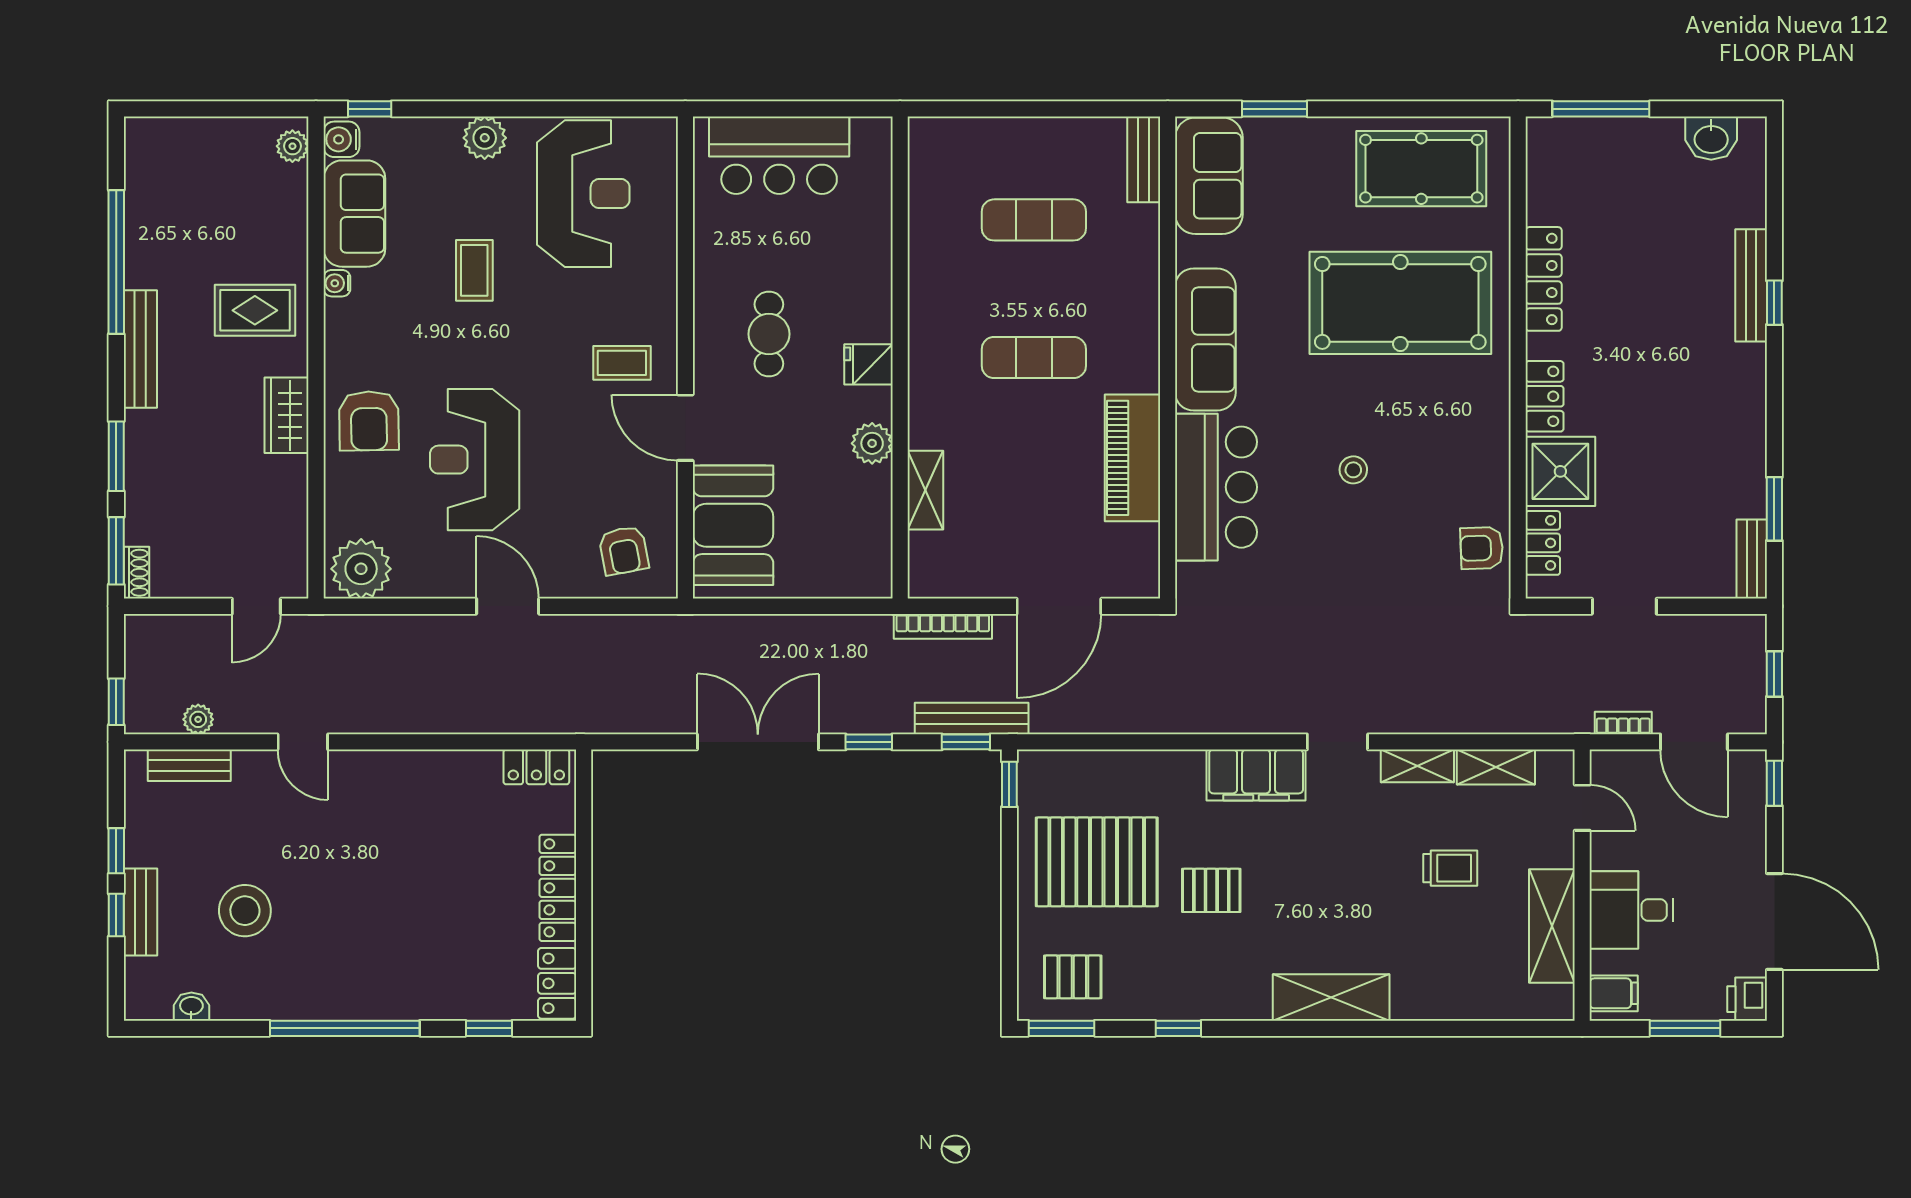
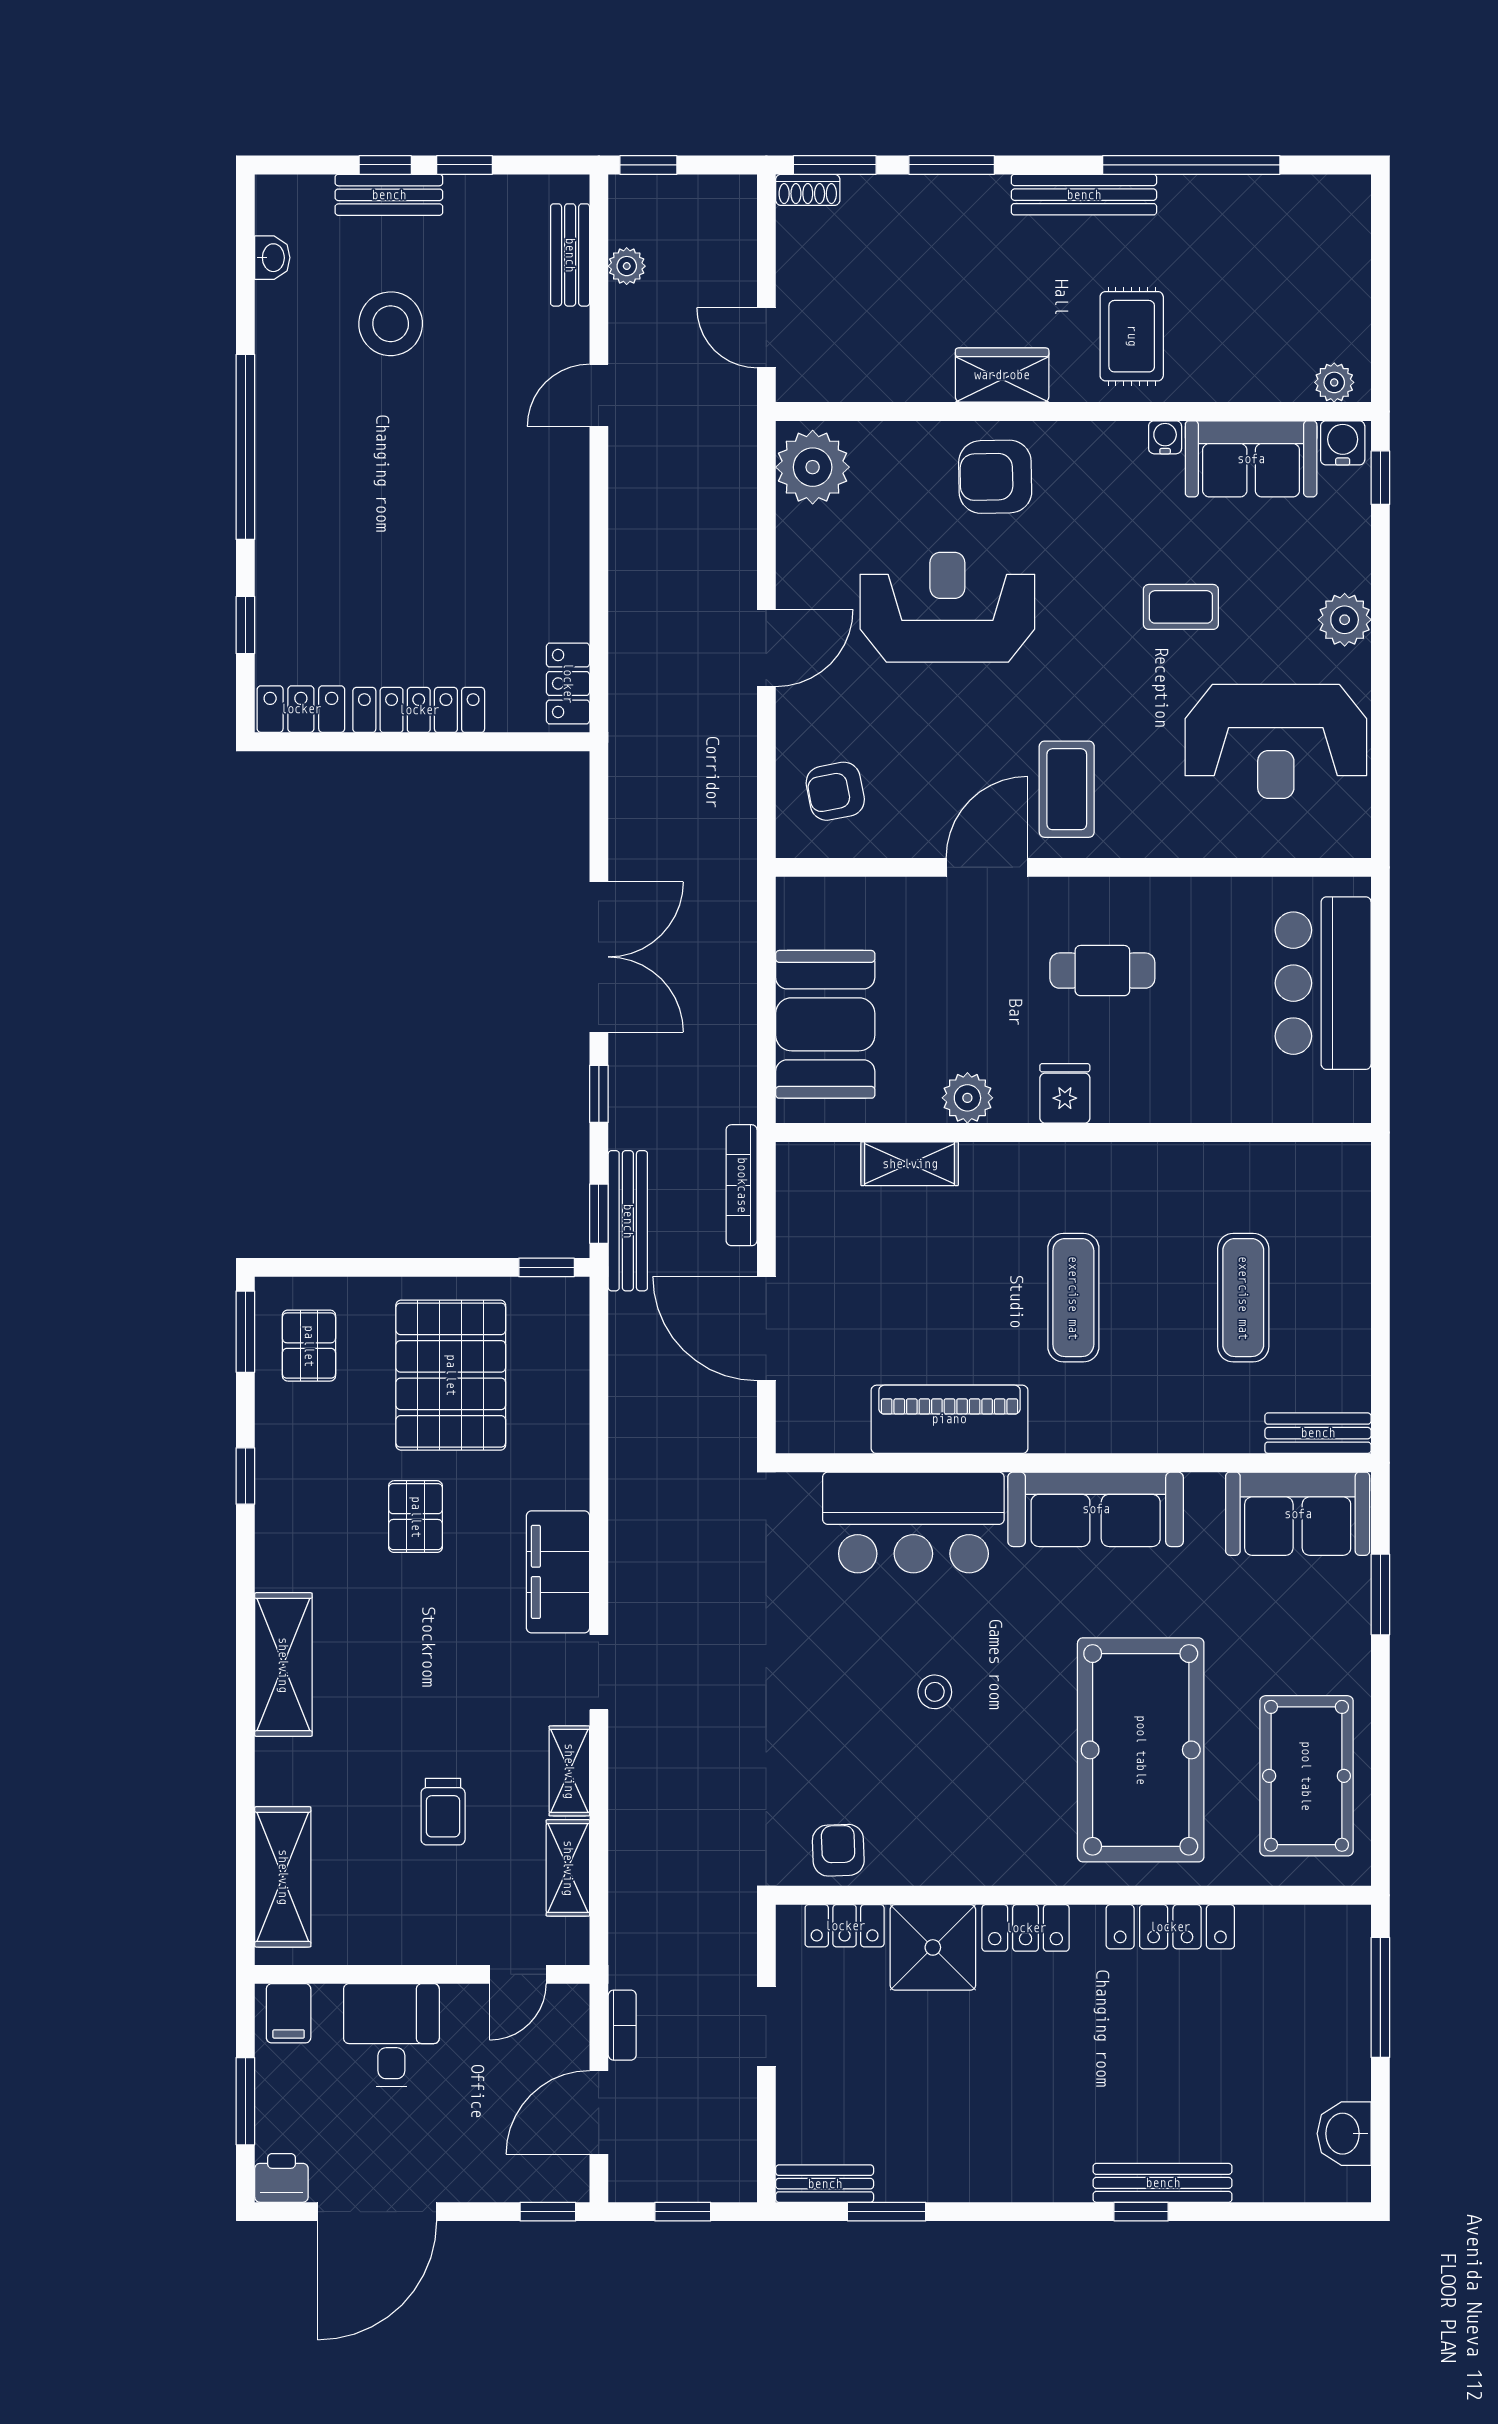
coffee table: (622, 363) -> (1067, 789), width x1.36, depth x1.30
booth: (733, 525) -> (825, 1024), moved, turned 90
shelving: (1552, 926) -> (283, 1877), moved, turned 90

